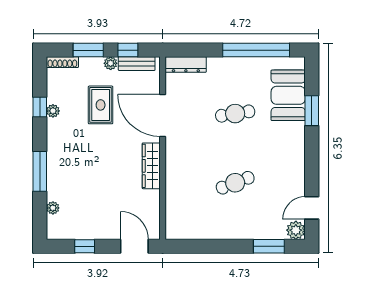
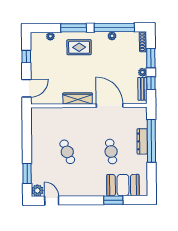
window: (256, 50) -> (151, 141), moved
dresser: (186, 65) -> (142, 141), moved
rug: (101, 105) -> (79, 47), moved
window: (40, 107) -> (114, 28), width x3.17
door: (163, 115) -> (110, 106), hinge flipped

